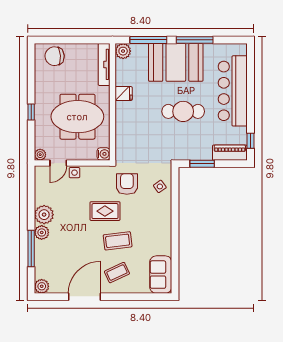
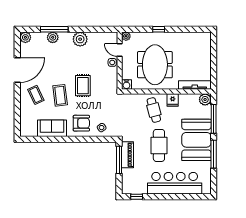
chair: (55, 56) -> (201, 47), removed
cafe table: (137, 118) -> (154, 110), added
piano: (230, 153) -> (127, 155), moved
window: (202, 164) -> (119, 160), width x1.44
armchair: (127, 184) -> (81, 123), moved
plant: (42, 232) -> (53, 37), moved
sofa: (161, 275) -> (52, 128), moved
door: (84, 297) -> (17, 70), hinge flipped

